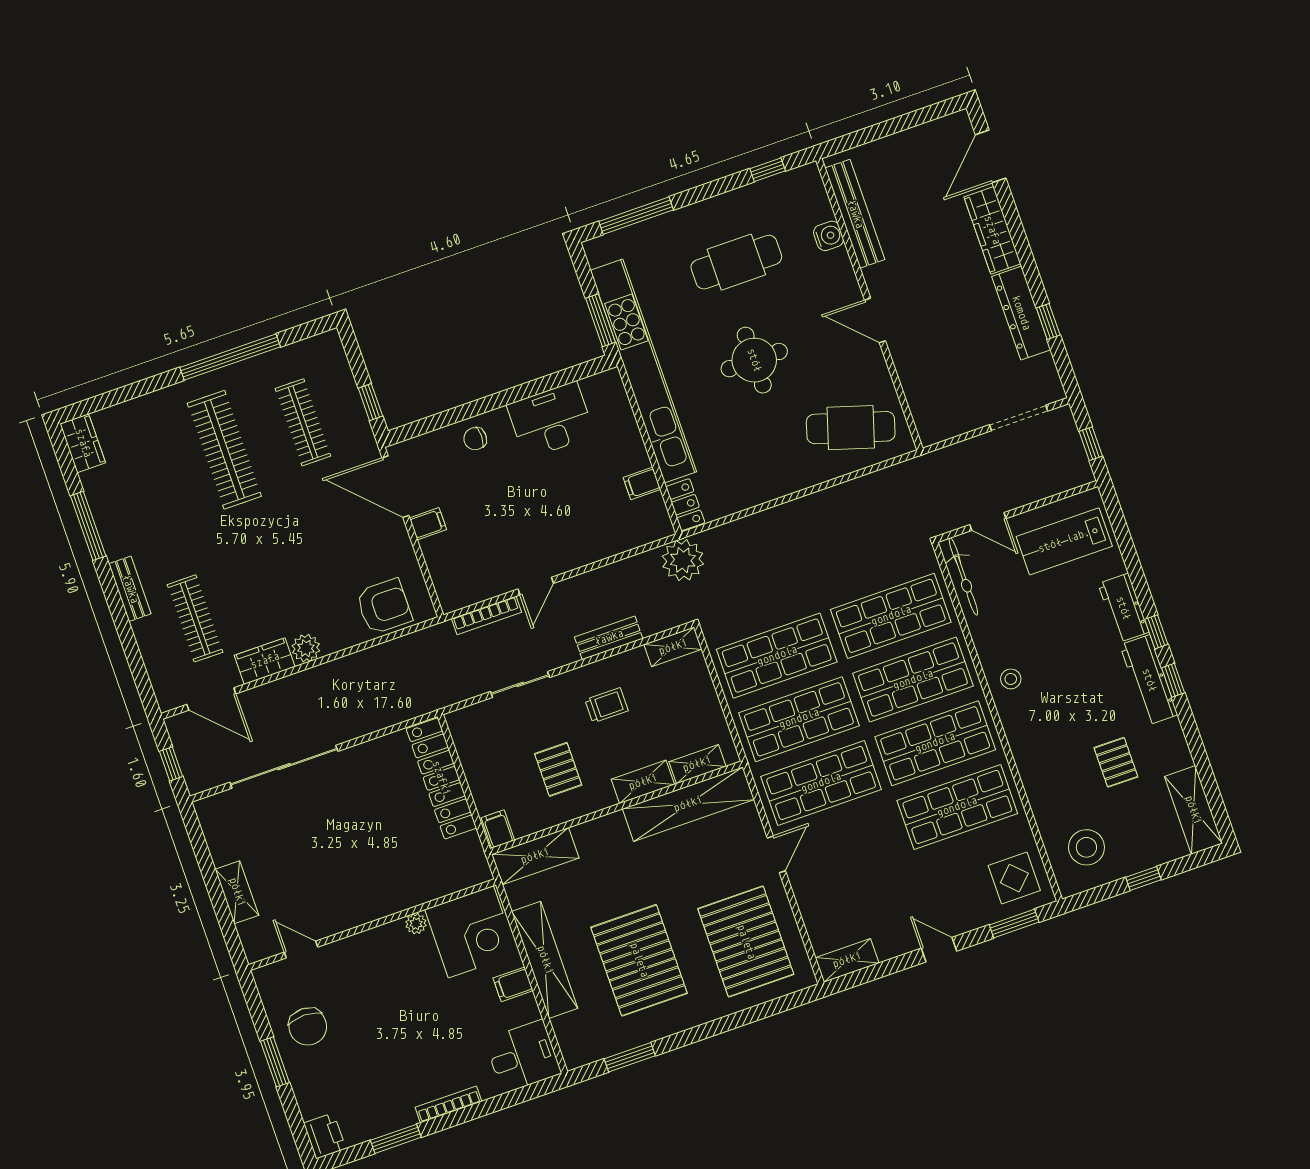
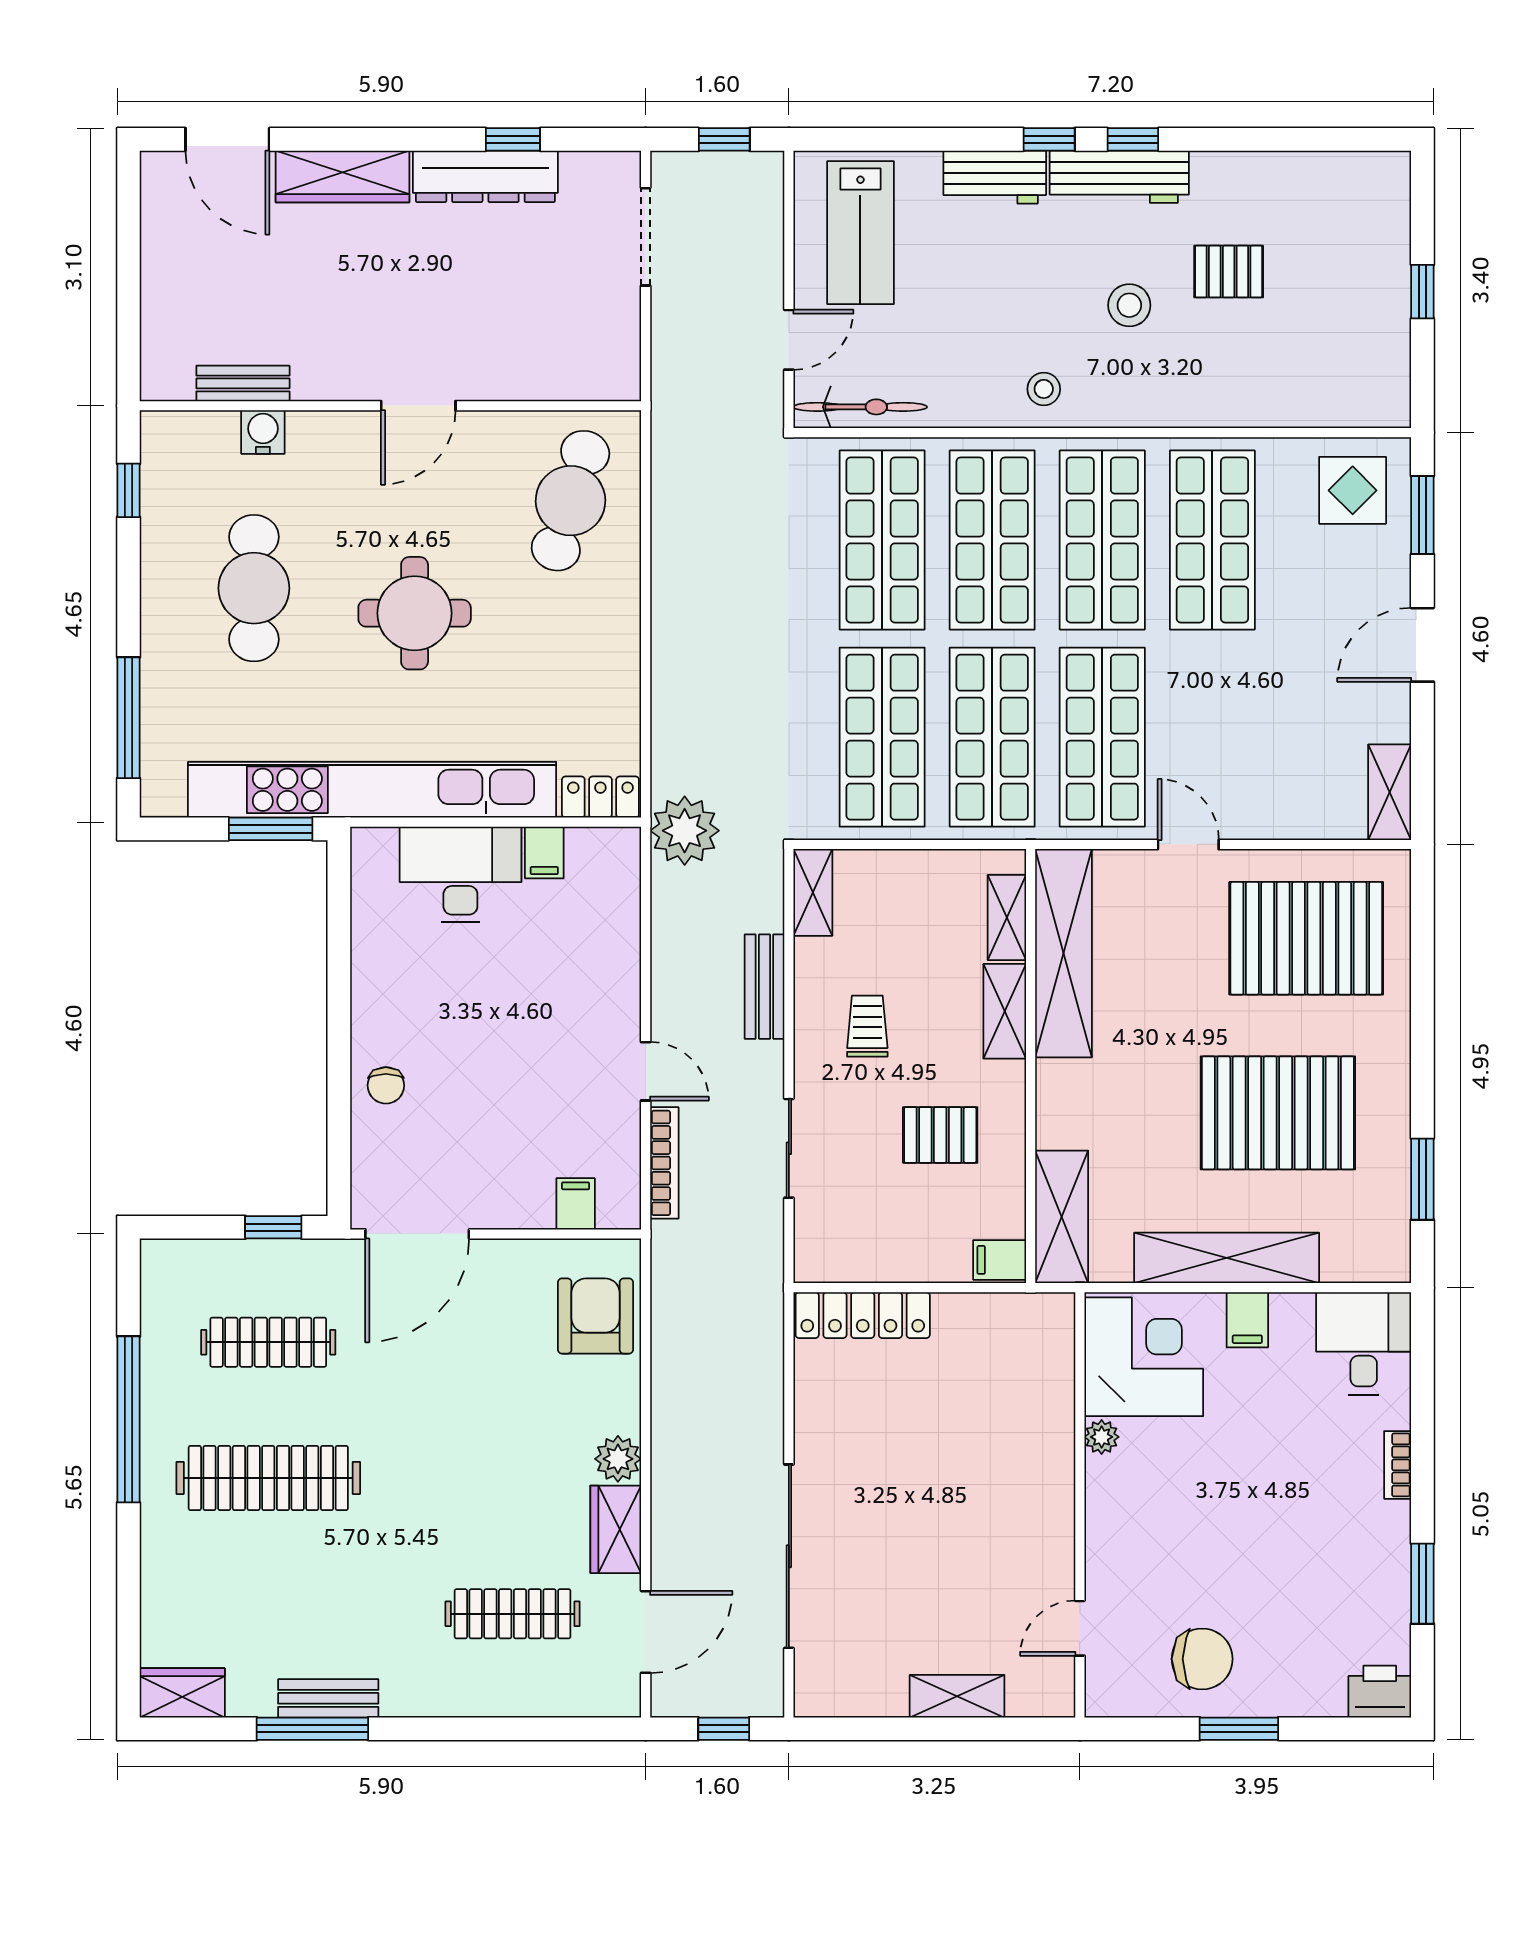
bench: (855, 214) -> (243, 383), width x0.54, depth x0.82
desk: (551, 420) -> (460, 874), moved, turned 90
filing cabinet: (428, 524) -> (576, 1204), moved
bench: (130, 589) -> (328, 1698), moved
locker: (441, 778) -> (863, 1315), width x0.71, depth x0.83
shelving: (1193, 810) -> (1344, 178), removed
stool: (1086, 847) -> (1129, 305), moved, width x0.73, depth x0.73
door: (939, 950) -> (1422, 645), width x1.38
bookcase: (448, 1104) -> (1398, 1465), width x0.64

